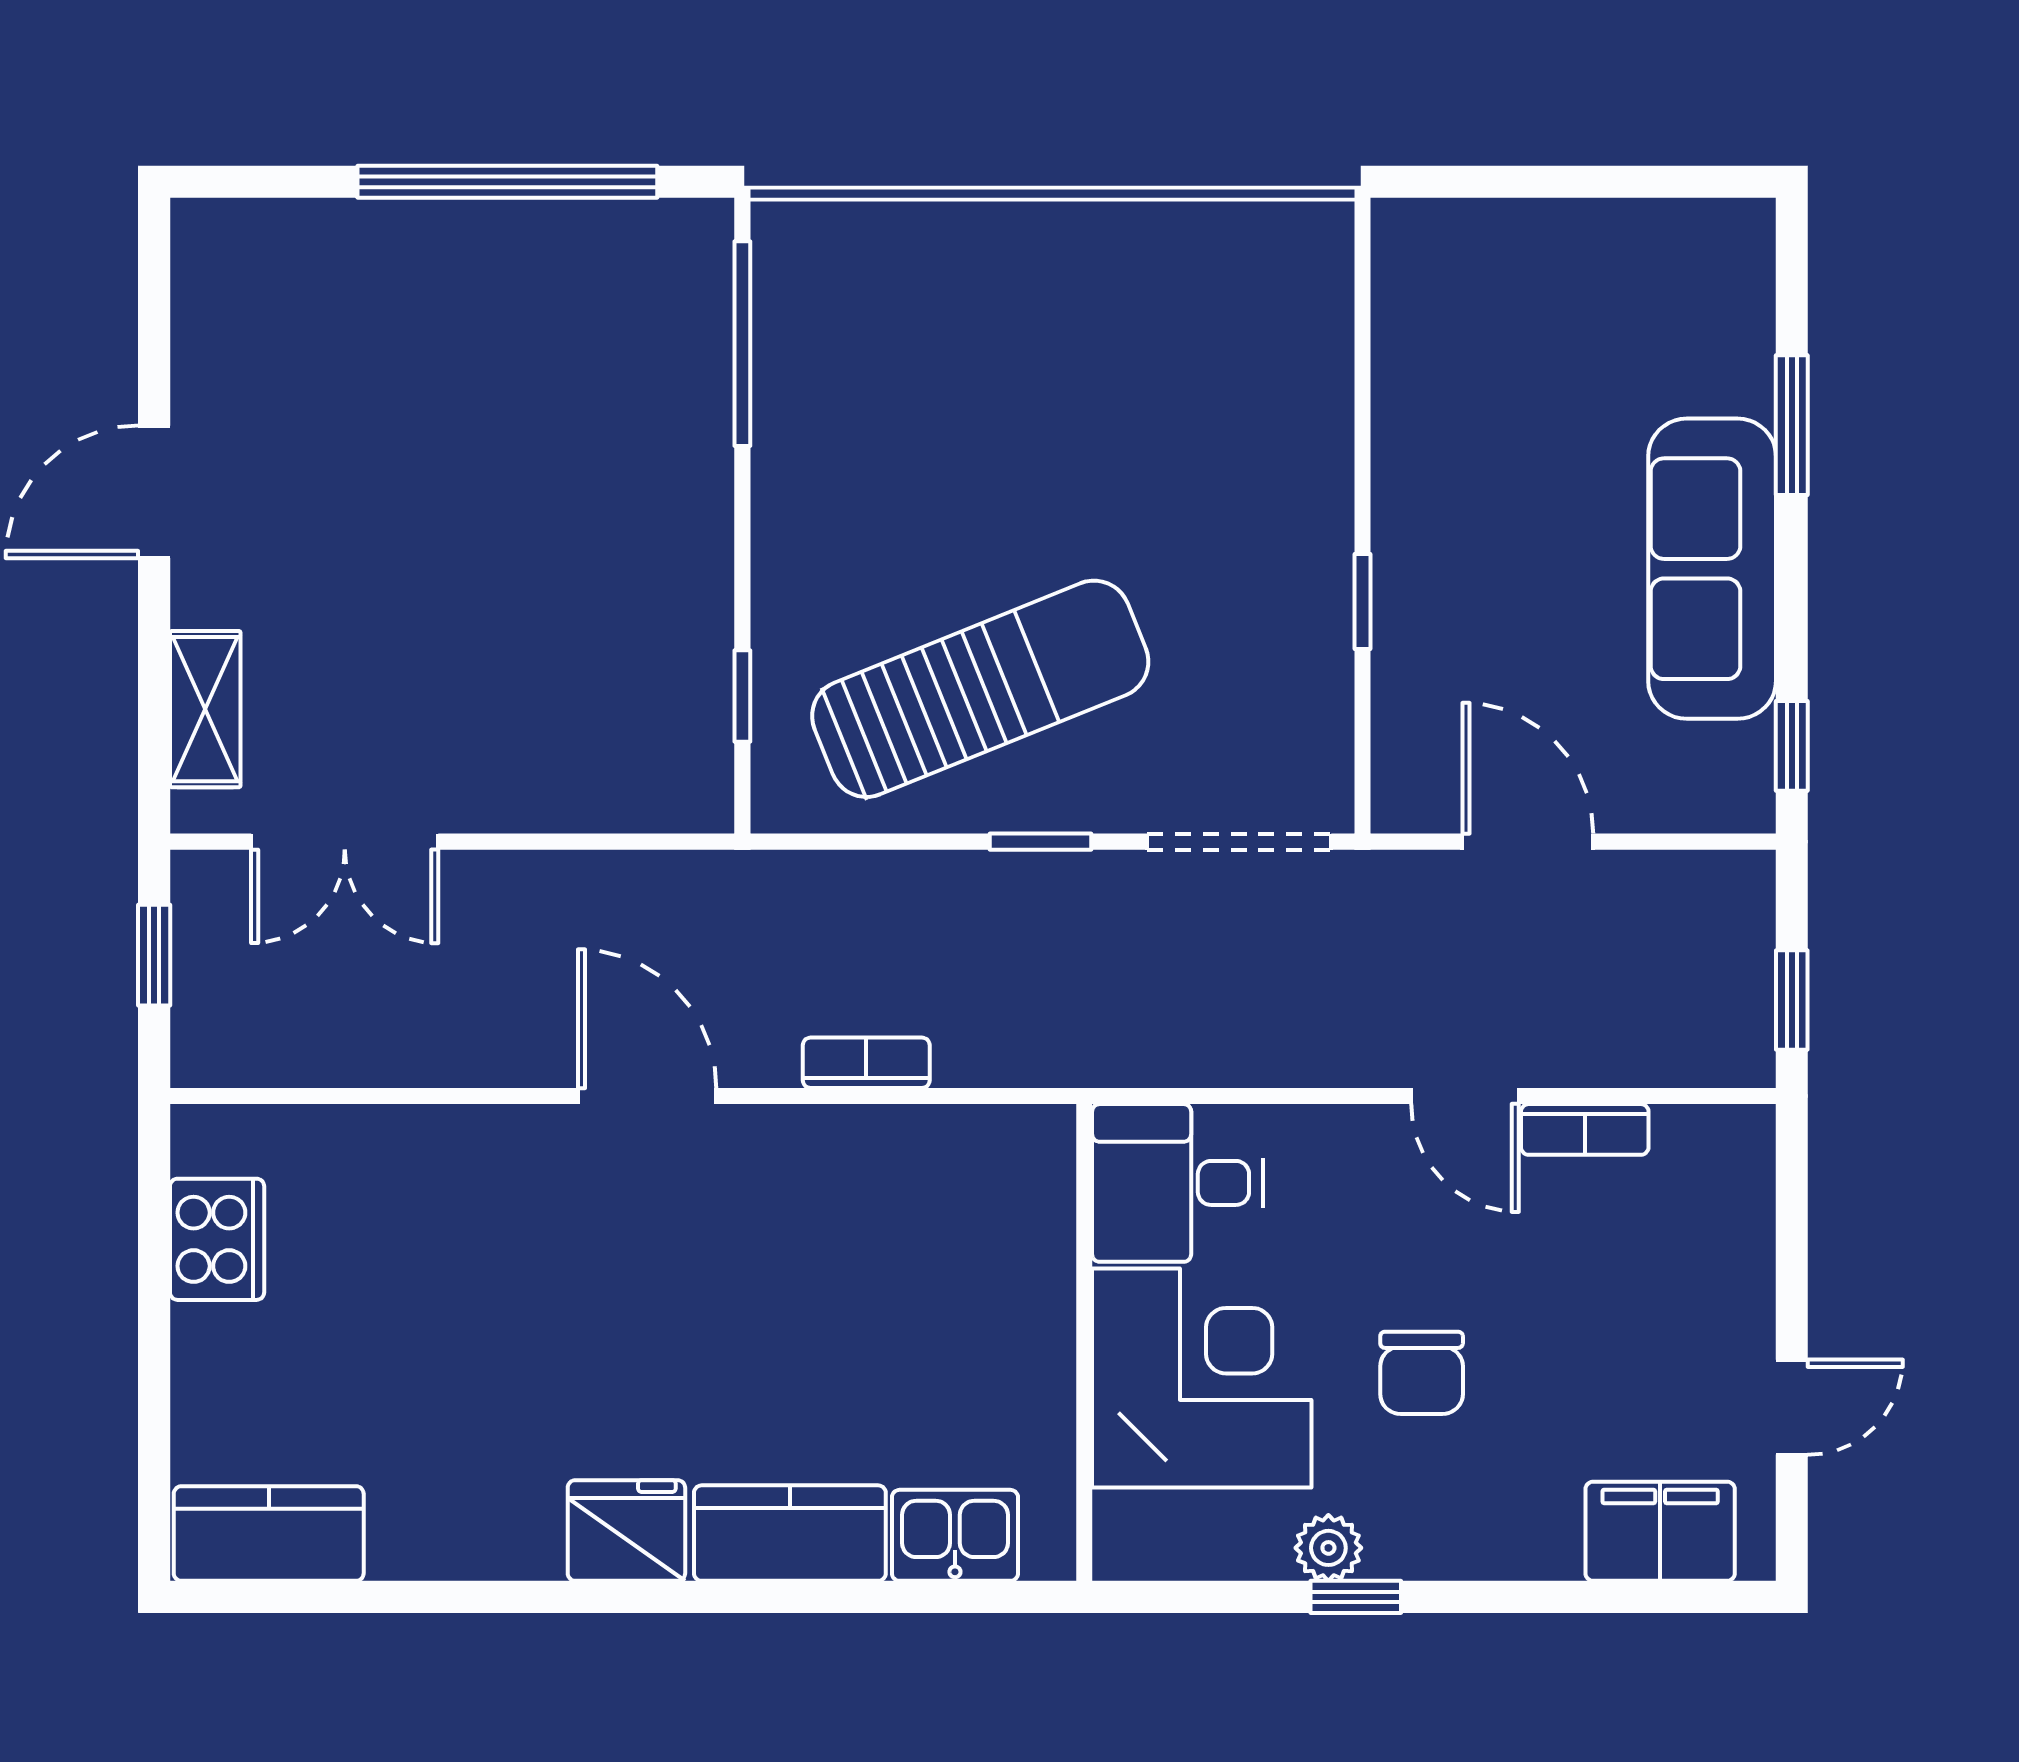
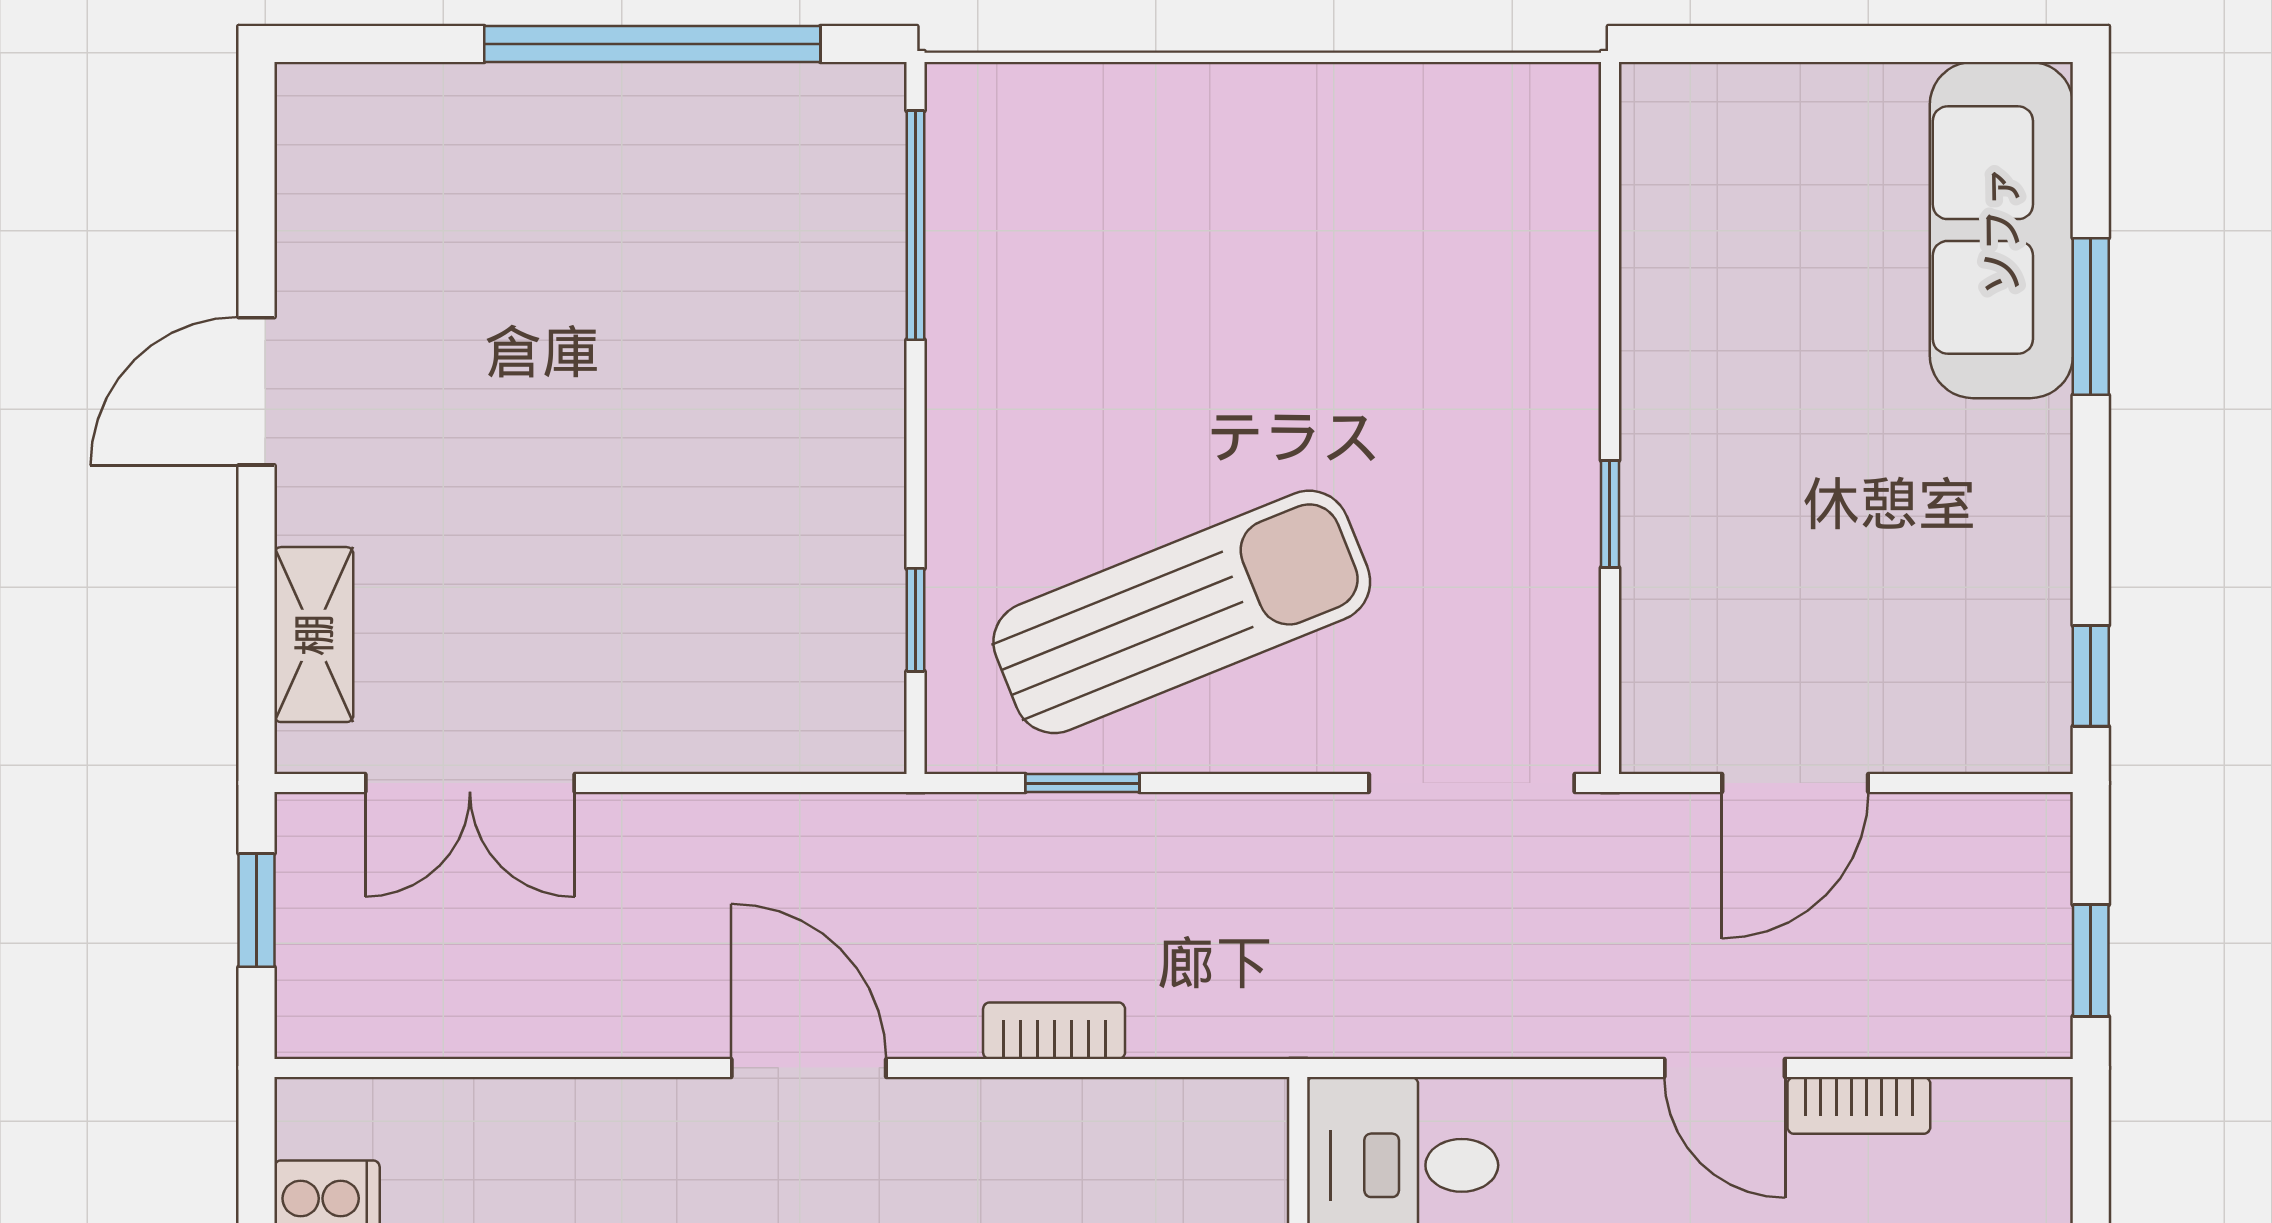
sofa: (1712, 569) -> (2001, 230), moved
window: (1041, 842) -> (1082, 783), moved
door: (1528, 842) -> (1795, 783), swing flipped

